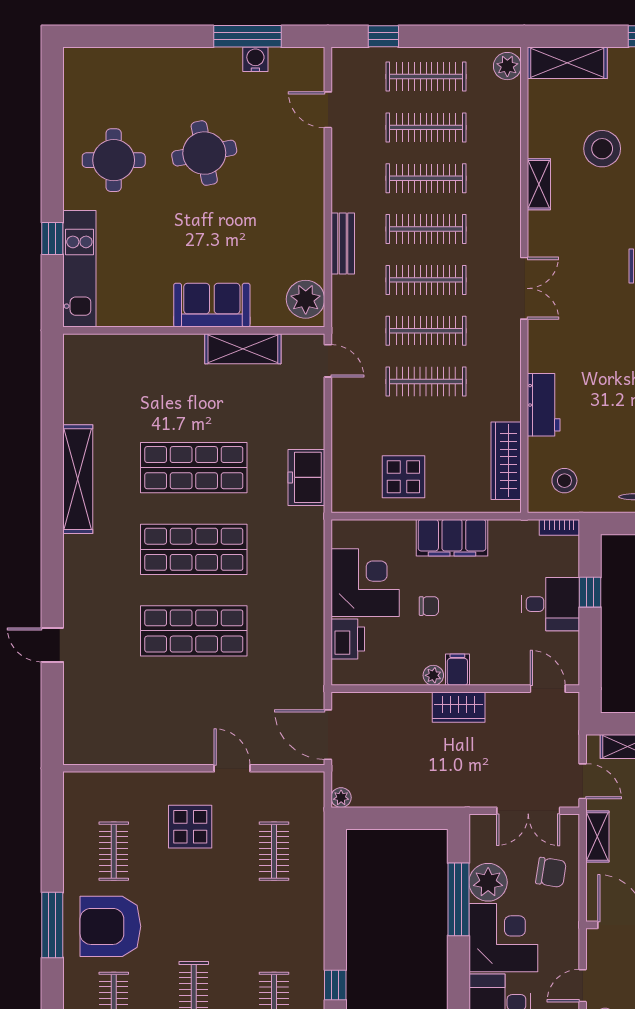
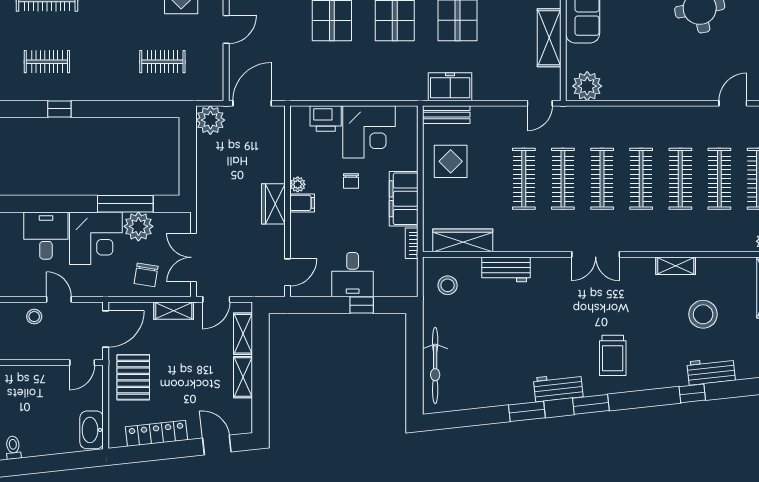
bench: (343, 243) -> (446, 115), moved
bookcase: (559, 527) -> (412, 243), moved
plant: (341, 798) -> (210, 120), width x1.87, depth x1.87

